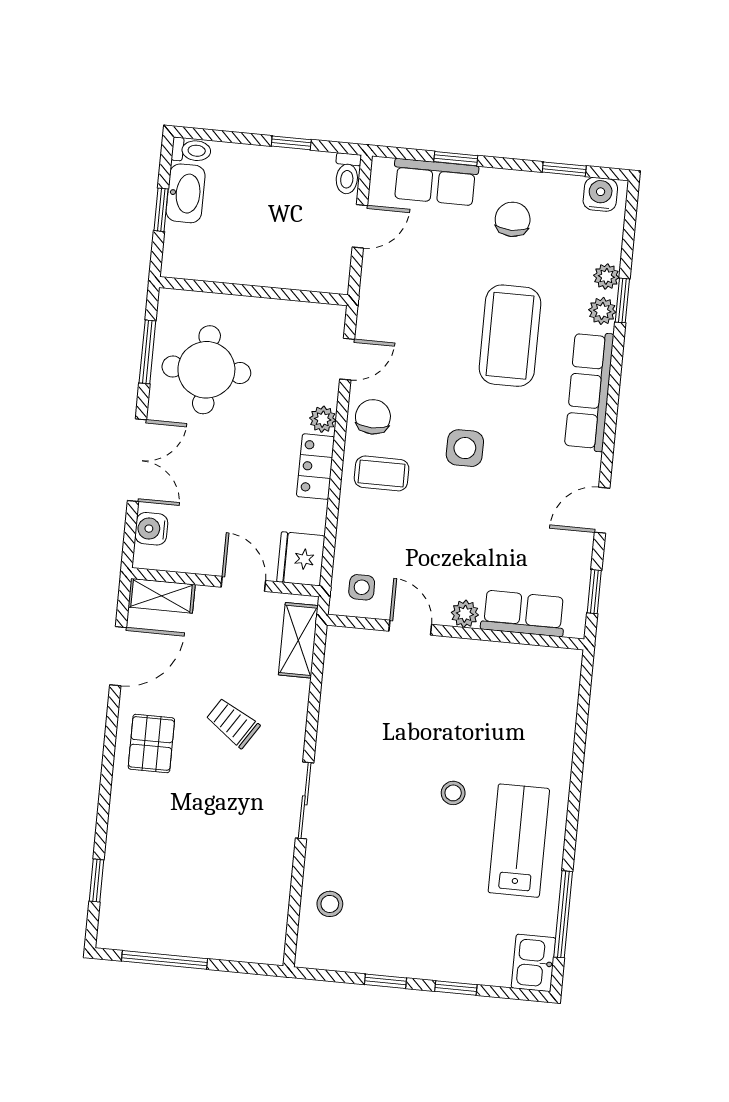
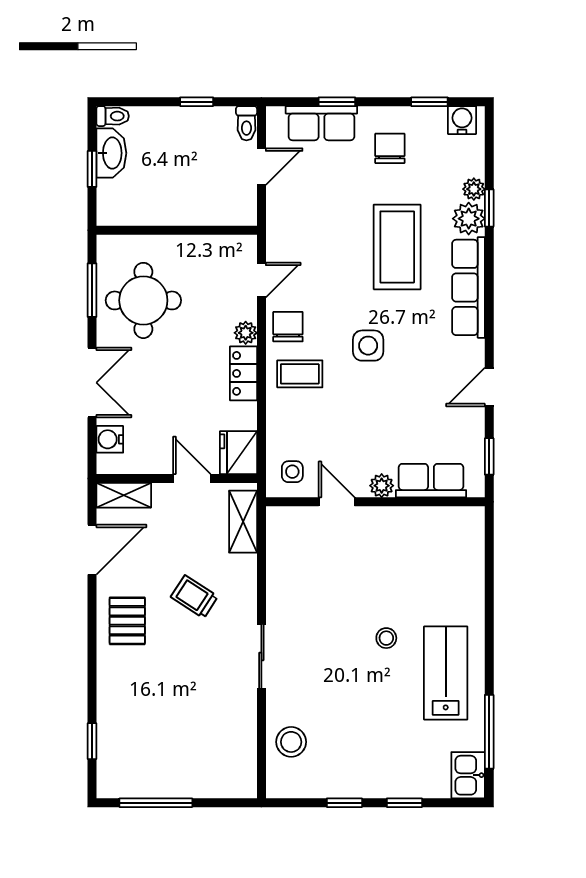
plant: (602, 311) -> (469, 219), width x1.38, depth x1.38
stool: (330, 904) -> (291, 742), width x1.37, depth x1.37

